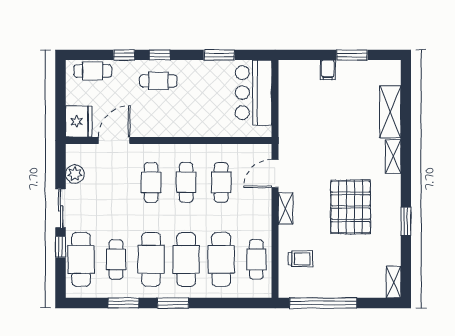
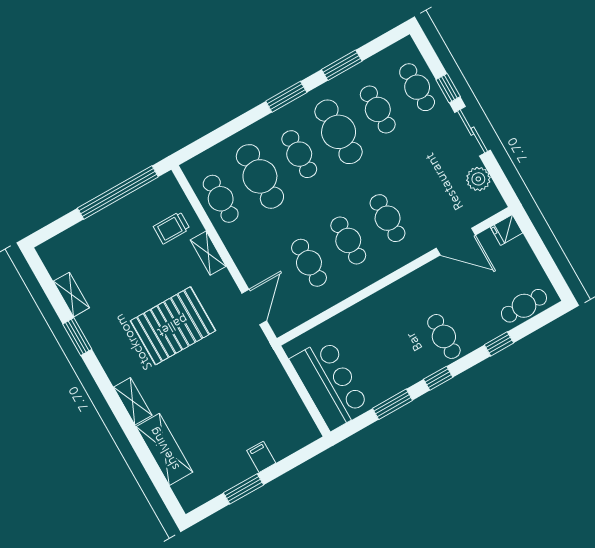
window: (160, 55) -> (438, 378), moved
cafe table: (158, 81) -> (444, 336), turned 90
fridge: (79, 121) -> (507, 230), width x0.53, depth x0.75
door: (114, 140) -> (456, 242), hinge flipped
pallet: (351, 207) -> (173, 326), moved, turned 90
shelving: (286, 209) -> (208, 253), moved
cafe table: (81, 259) -> (417, 87), width x0.73, depth x0.74
cafe table: (186, 259) -> (299, 154), width x0.73, depth x0.74
shelving: (394, 282) -> (71, 295), moved

